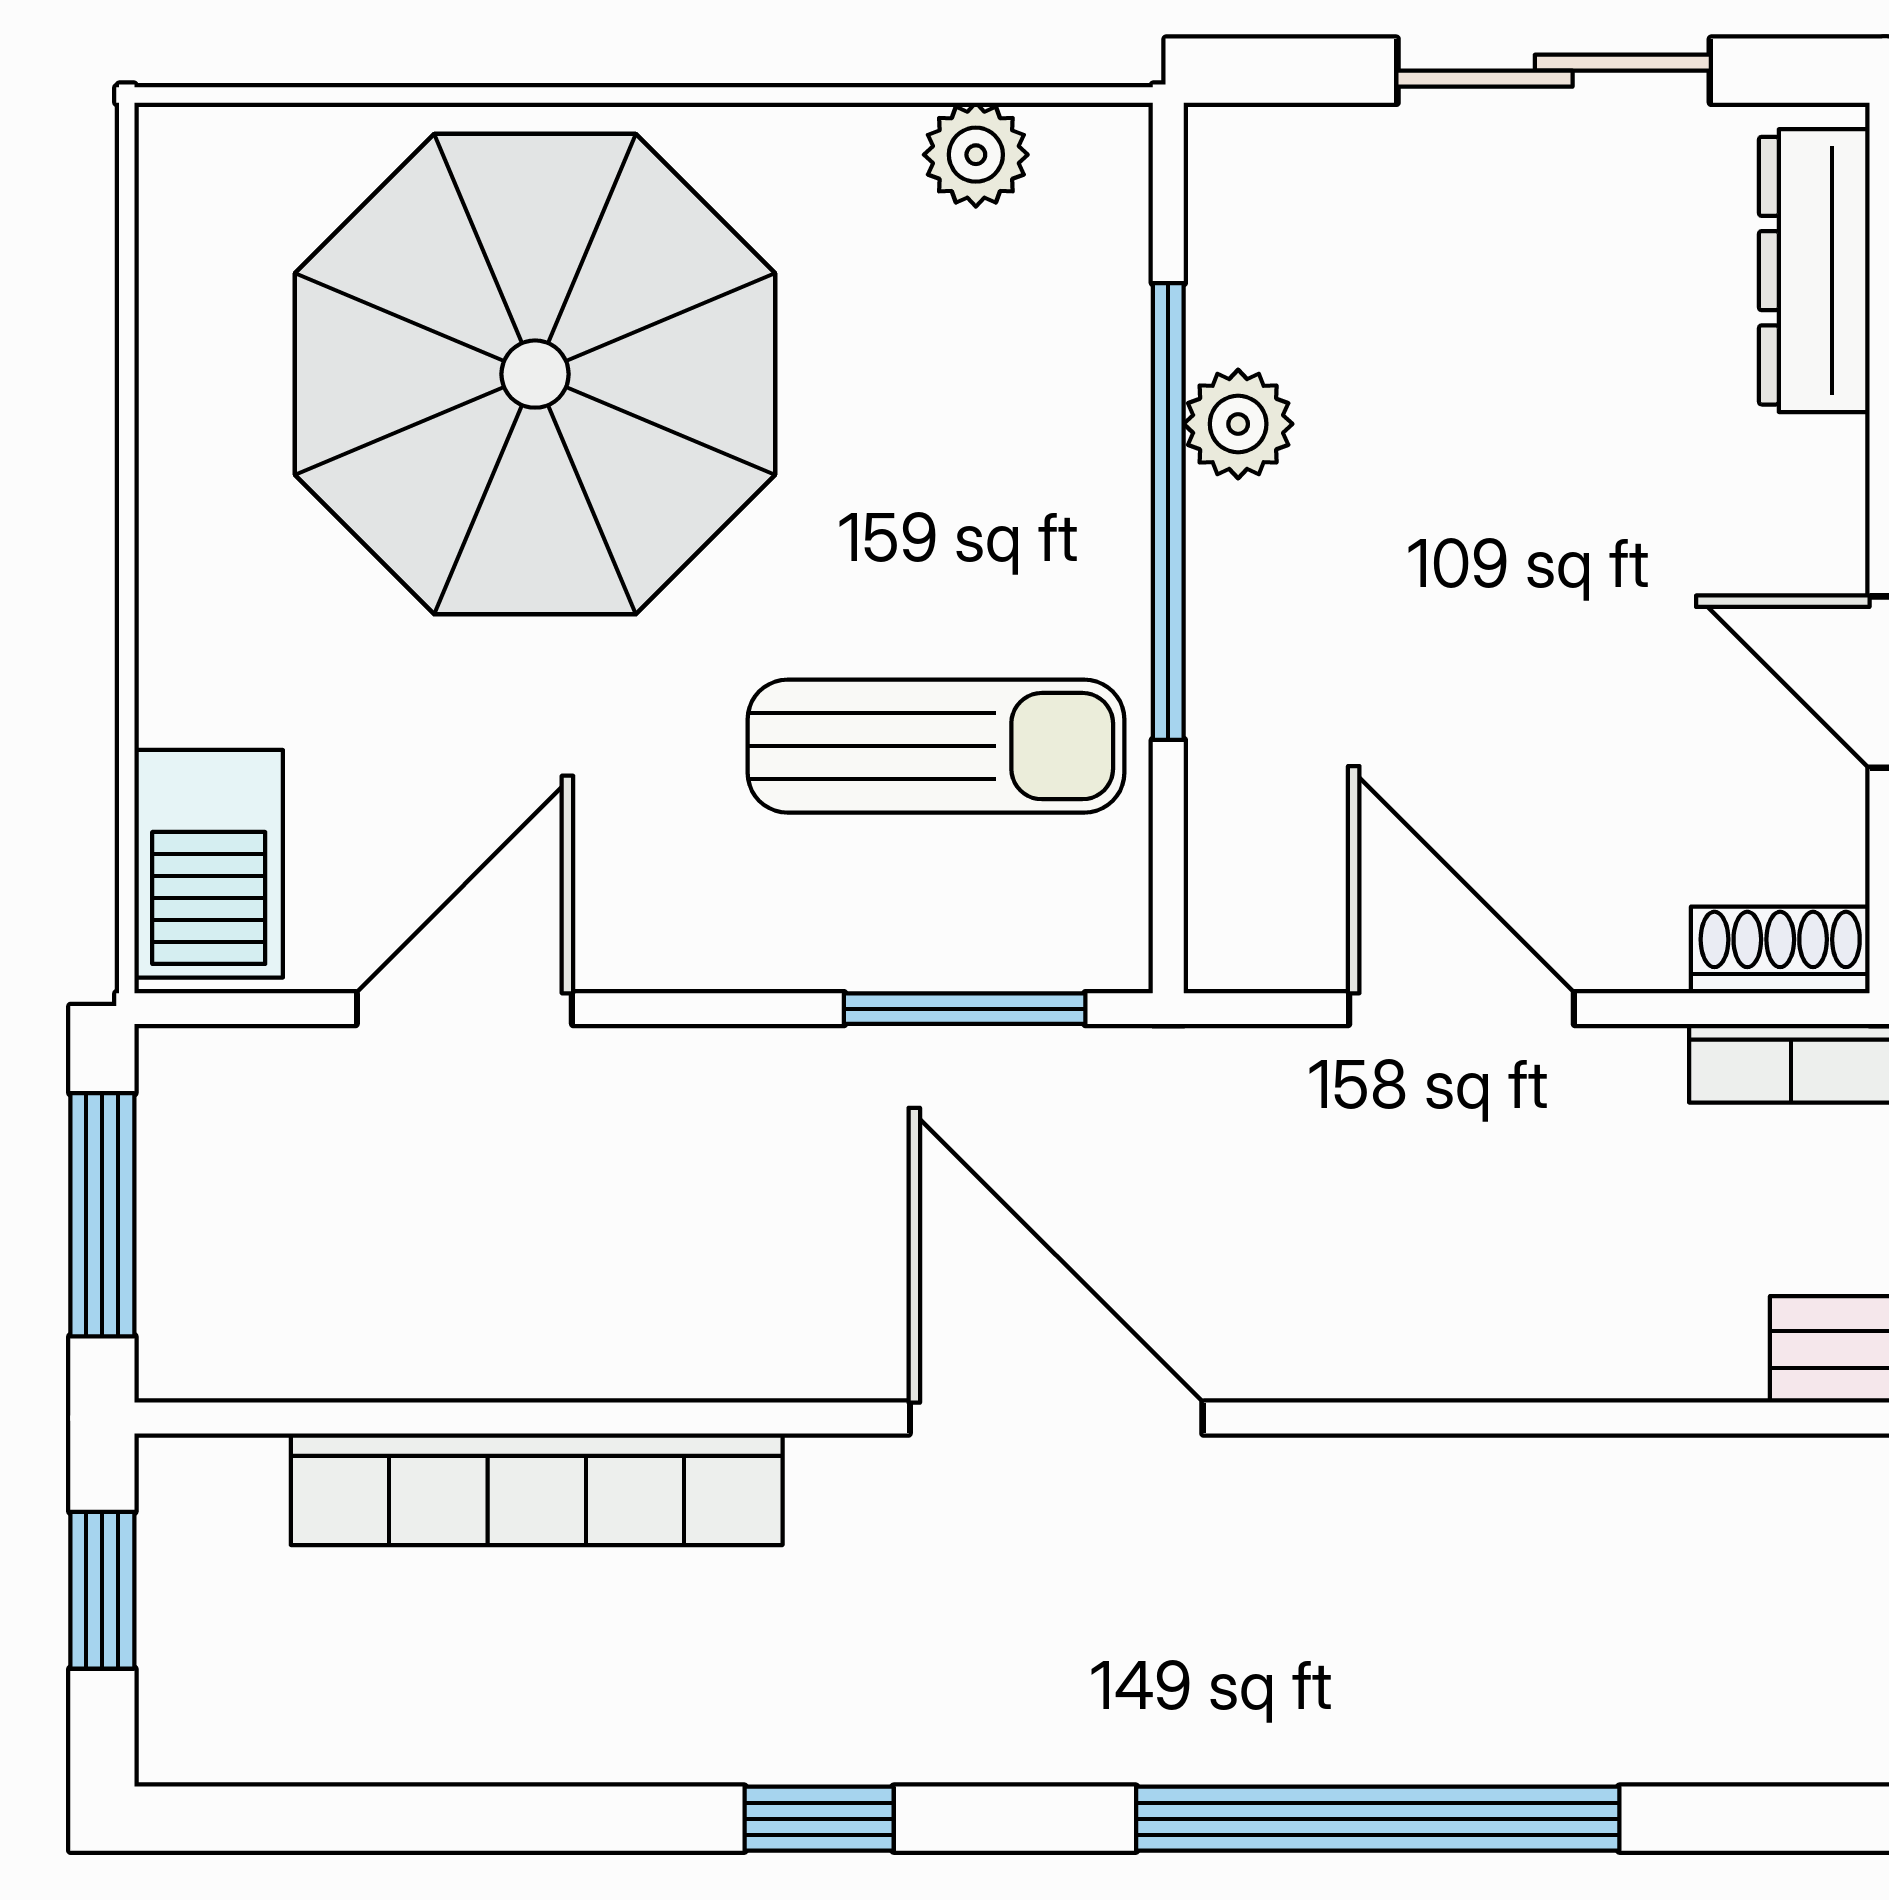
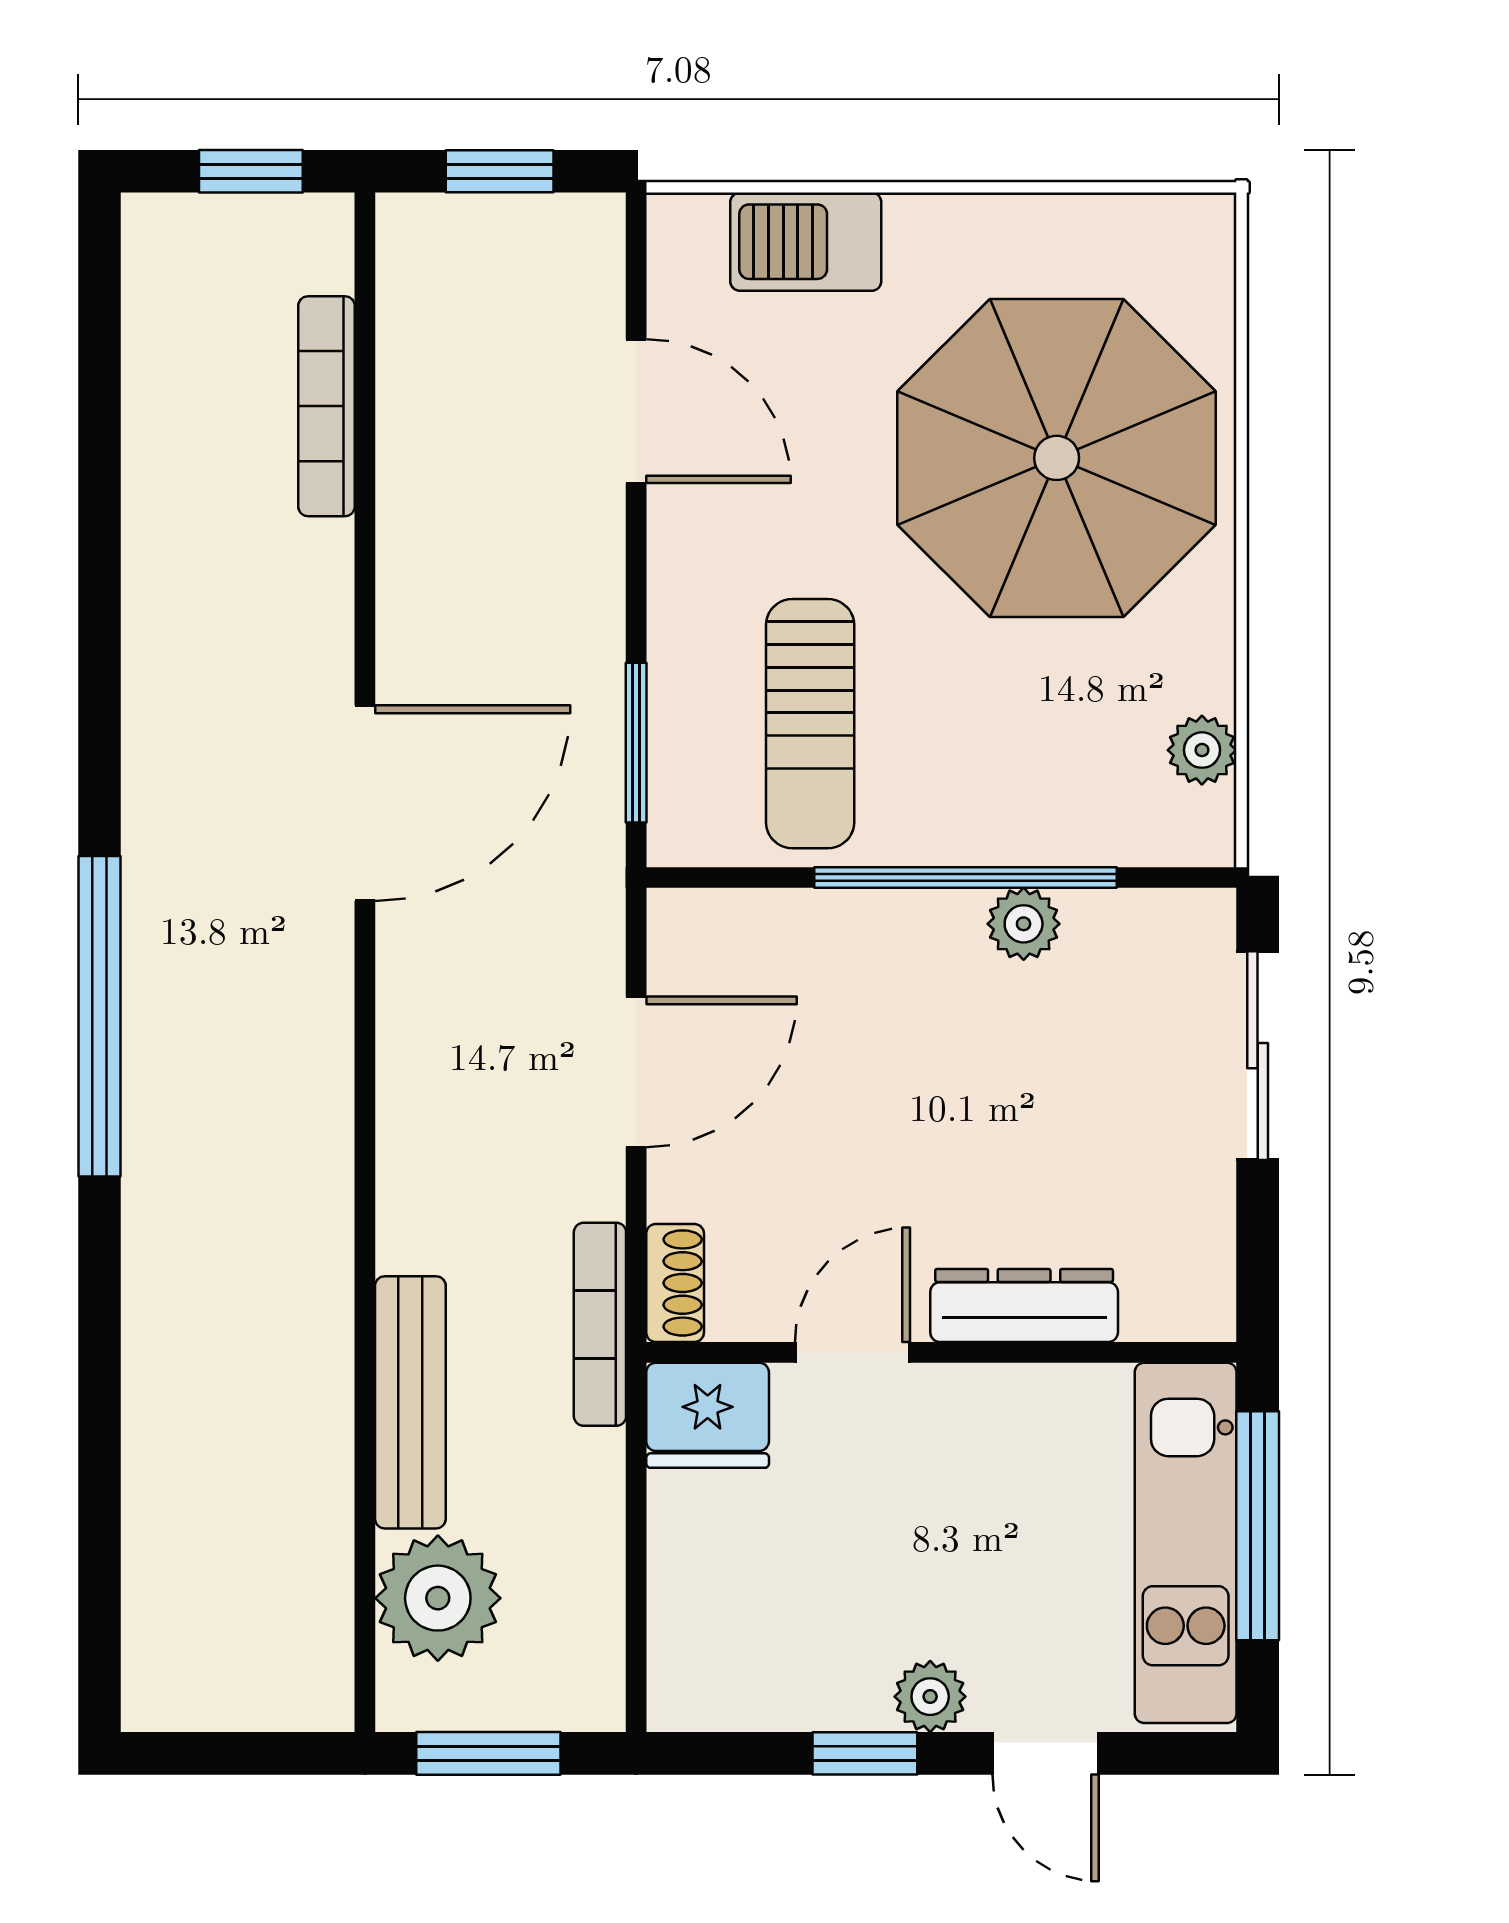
sliding door: (1554, 71) -> (1258, 1056), moved
dresser: (1814, 271) -> (1024, 1306), moved
barbecue: (209, 864) -> (806, 242), moved
window: (102, 1215) -> (500, 171), width x0.67
bookcase: (537, 1489) -> (326, 406), width x0.68, depth x0.76
window: (819, 1819) -> (99, 646), removed

